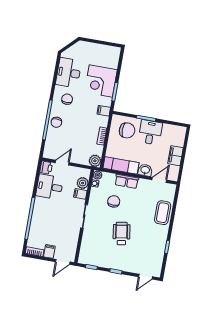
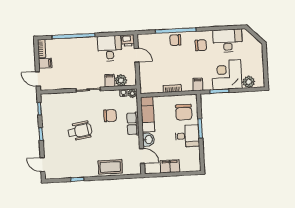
plant: (95, 161) -> (249, 82), moved

